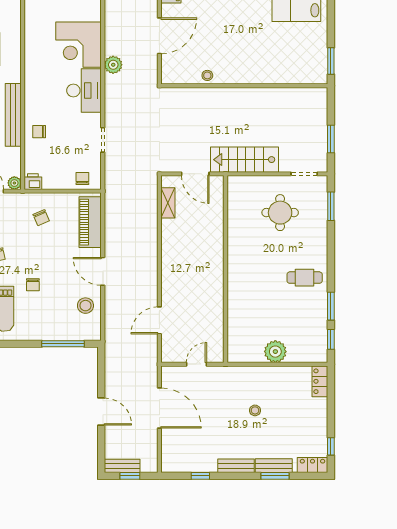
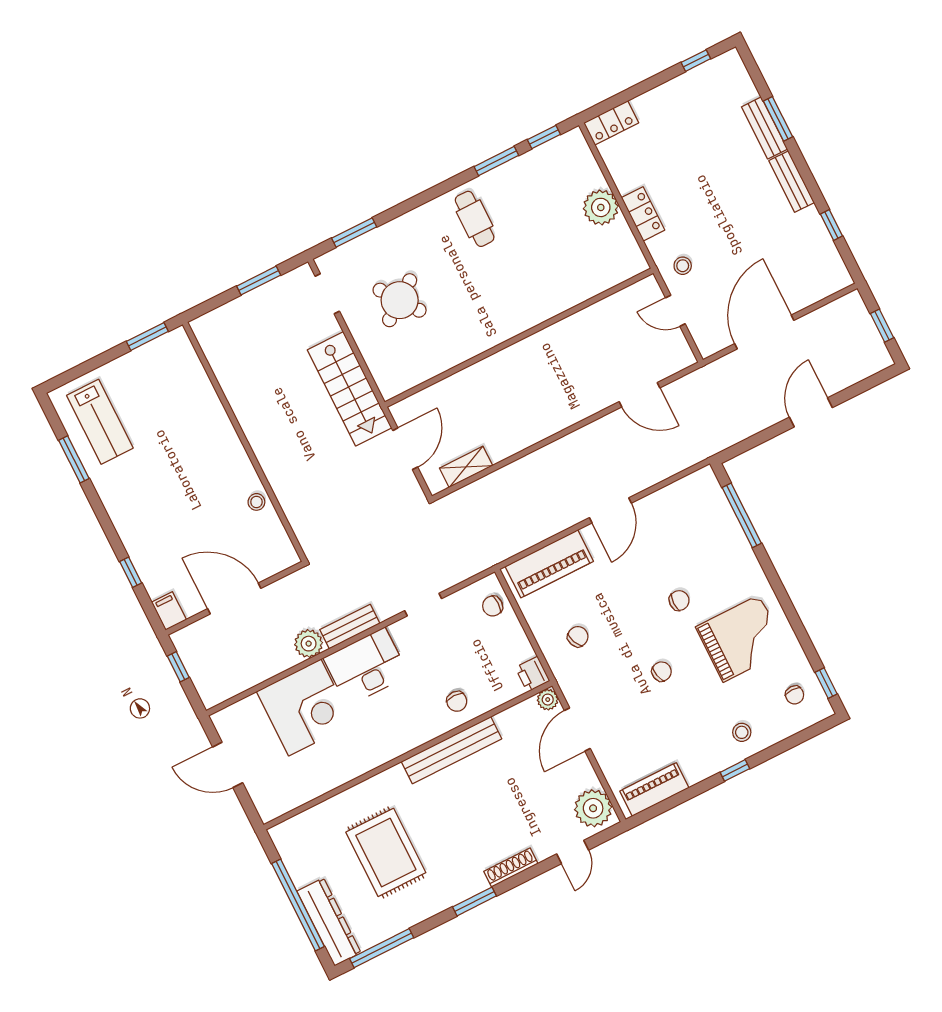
round table: (280, 213) -> (400, 300), turned -36
stool: (85, 306) -> (671, 511), removed
stool: (255, 410) -> (683, 266), moved
locker: (312, 465) -> (643, 214), moved, turned 180
bench: (122, 466) -> (350, 627), moved, turned 90

